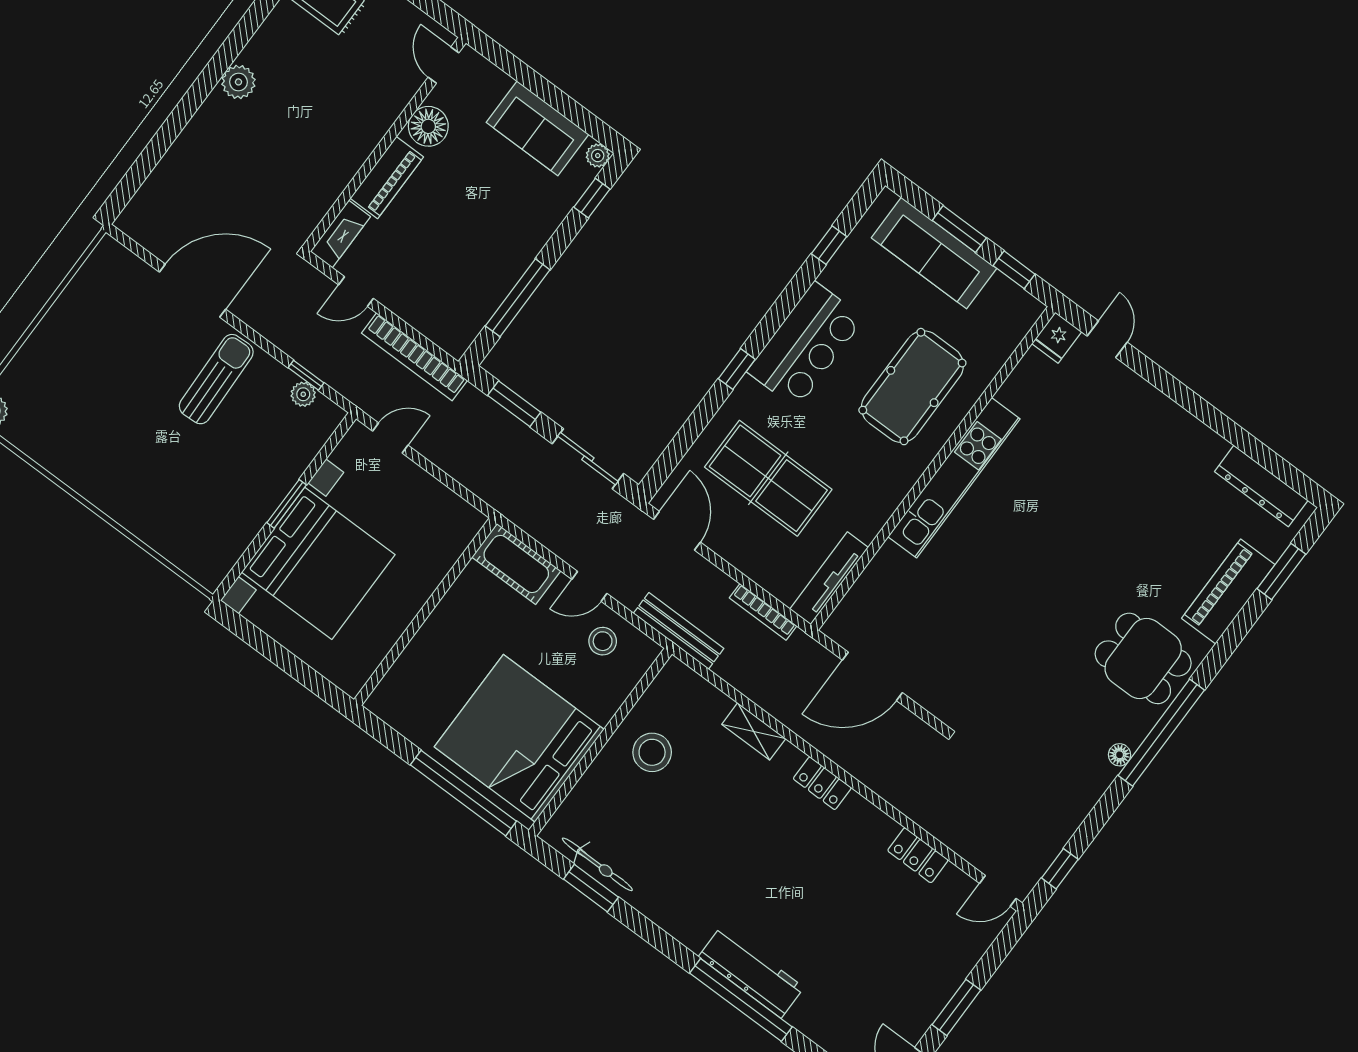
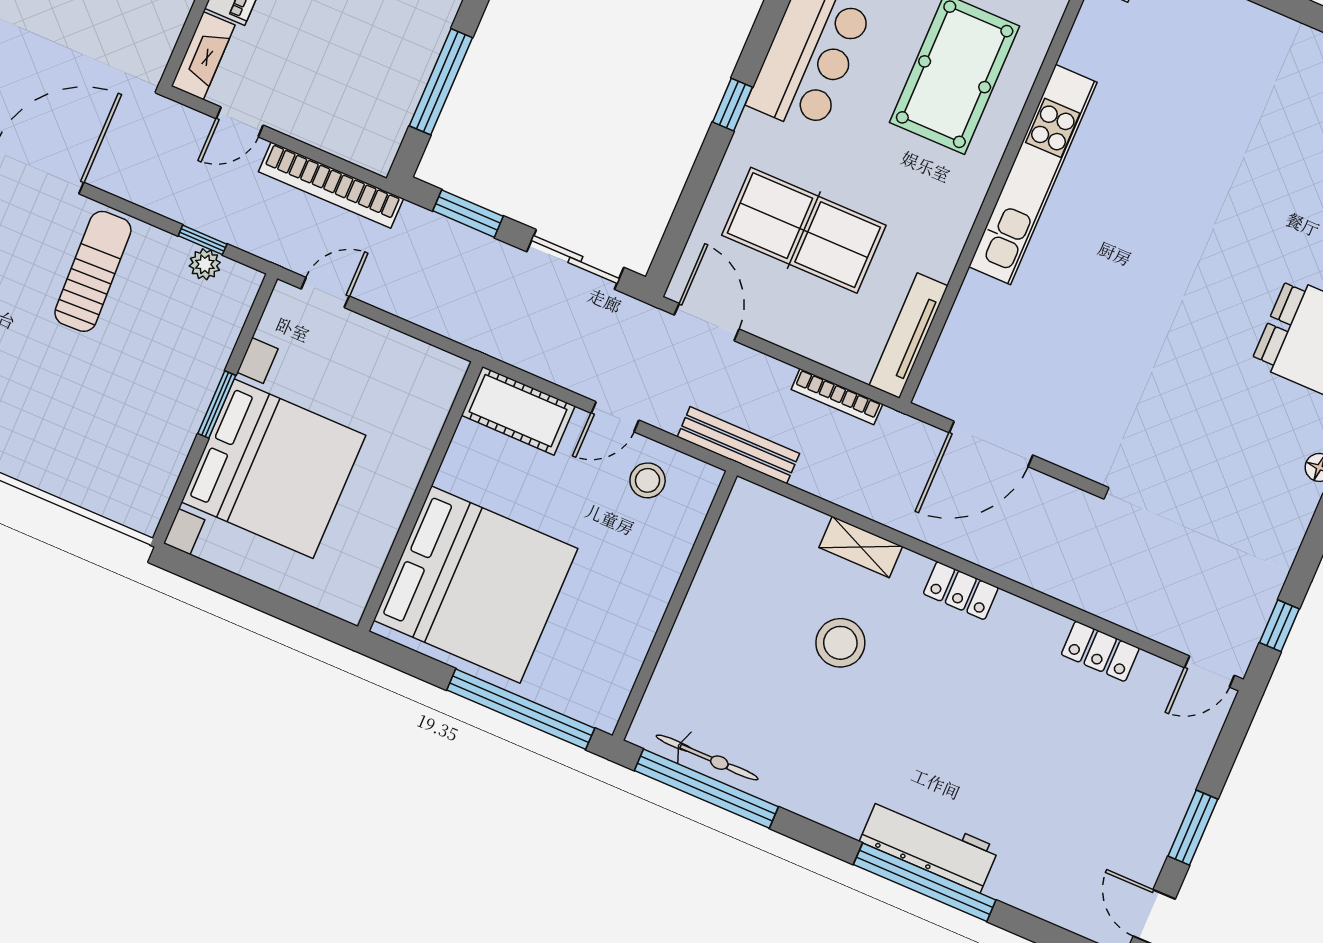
bed: (519, 738) -> (476, 584), moved, turned 180
stool: (652, 752) -> (840, 643), moved
window: (591, 888) -> (706, 789), width x2.11

